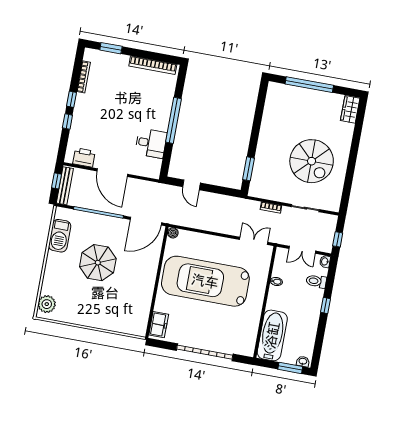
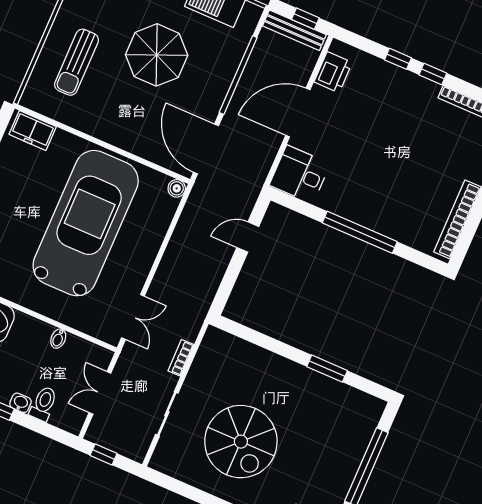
desk: (151, 143) -> (300, 174), moved, turned 90
spiral stairs: (312, 161) -> (241, 442), turned -90
window: (249, 169) -> (327, 369), moved
washbasin: (325, 261) -> (20, 403), moved
sun lounger: (113, 308) -> (77, 62), added

